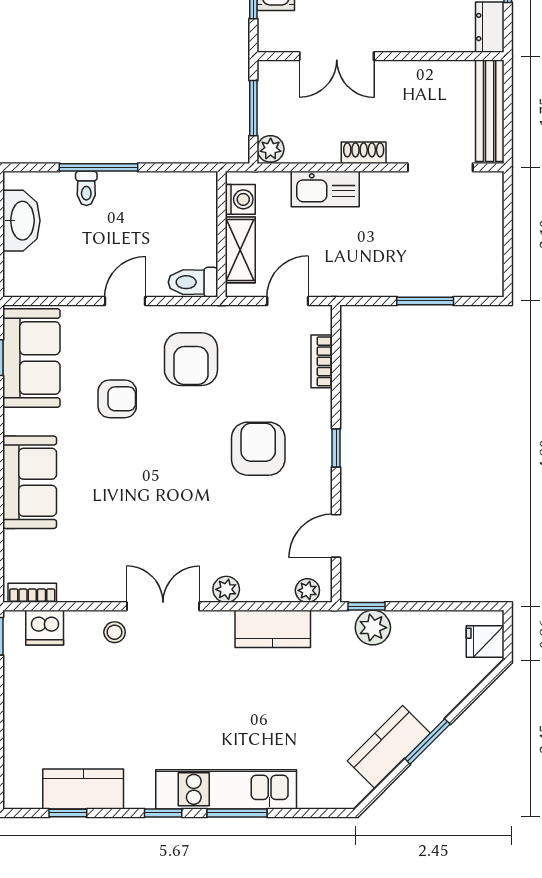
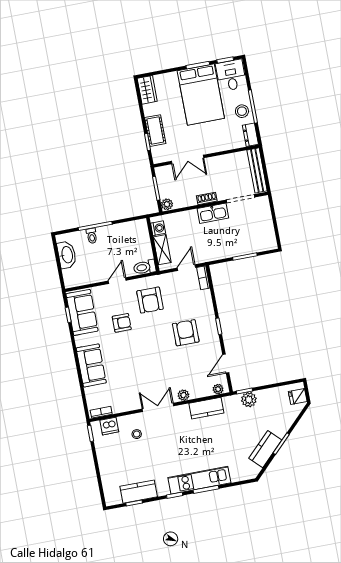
kitchen sink: (325, 189) -> (213, 213), moved
bookcase: (322, 361) -> (203, 278), moved
stool: (115, 632) -> (137, 434), moved

